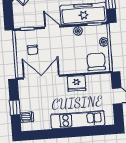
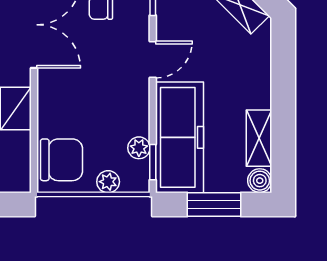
plant: (78, 31) -> (139, 148), moved

